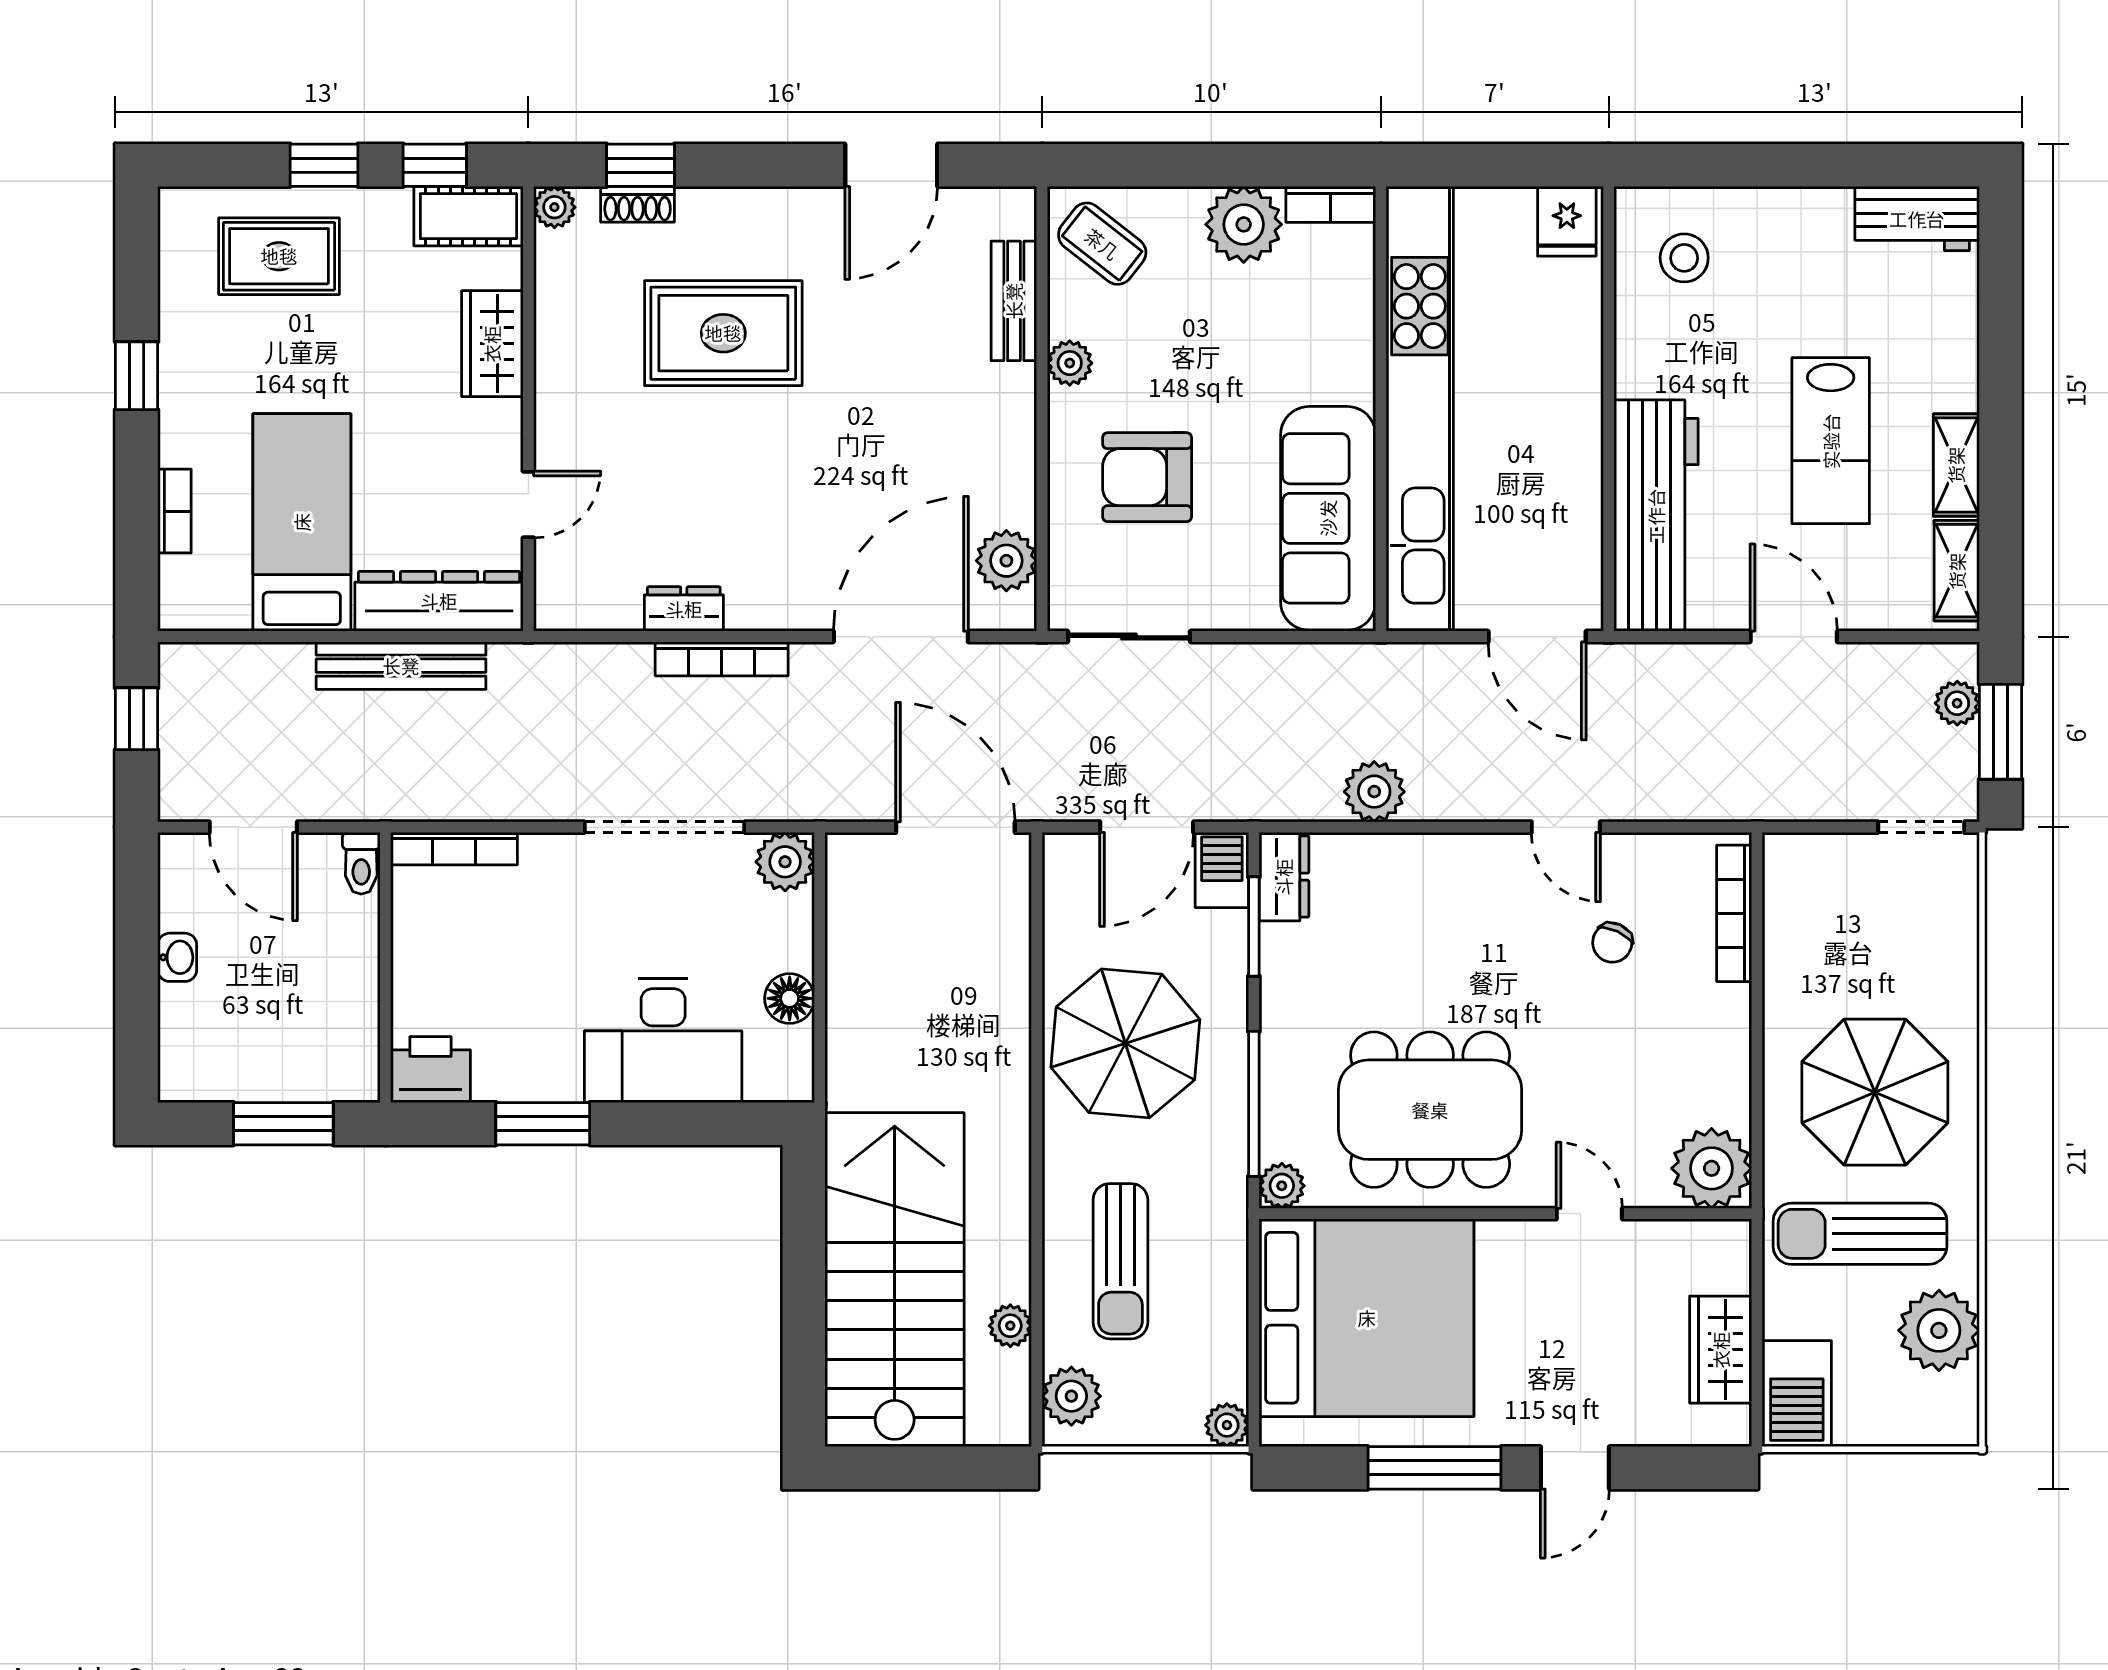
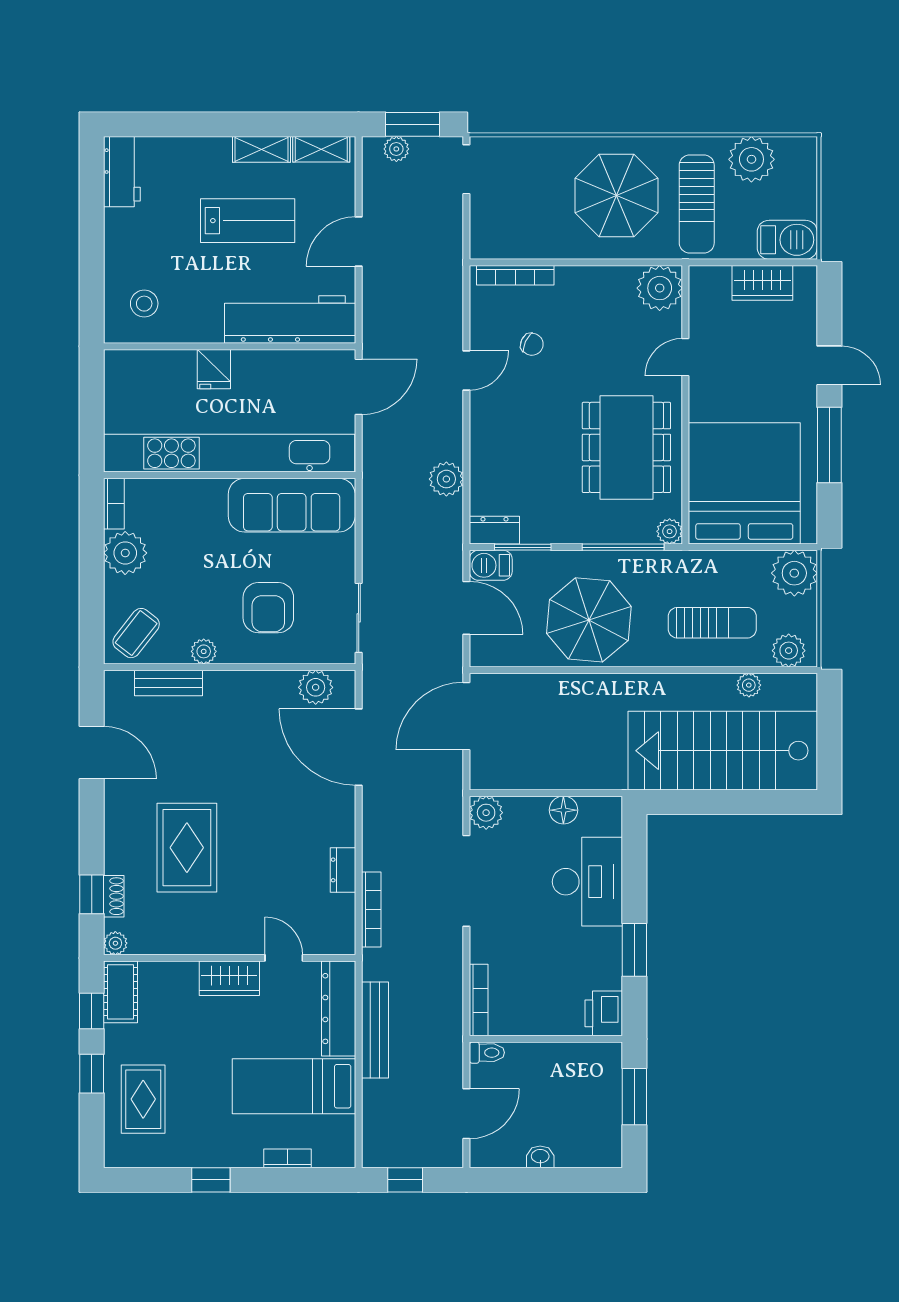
fridge: (1567, 221) -> (214, 369), moved, turned 90
wardrobe: (492, 344) -> (229, 978), moved
bookcase: (722, 659) -> (371, 909), moved
plant: (1227, 1425) -> (794, 573), width x1.87, depth x1.87

